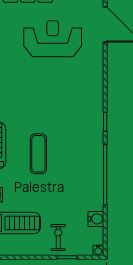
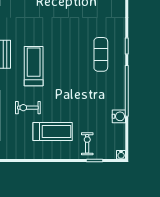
exercise mat: (38, 154) -> (101, 54), moved
water cooler: (96, 219) -> (119, 116), moved

